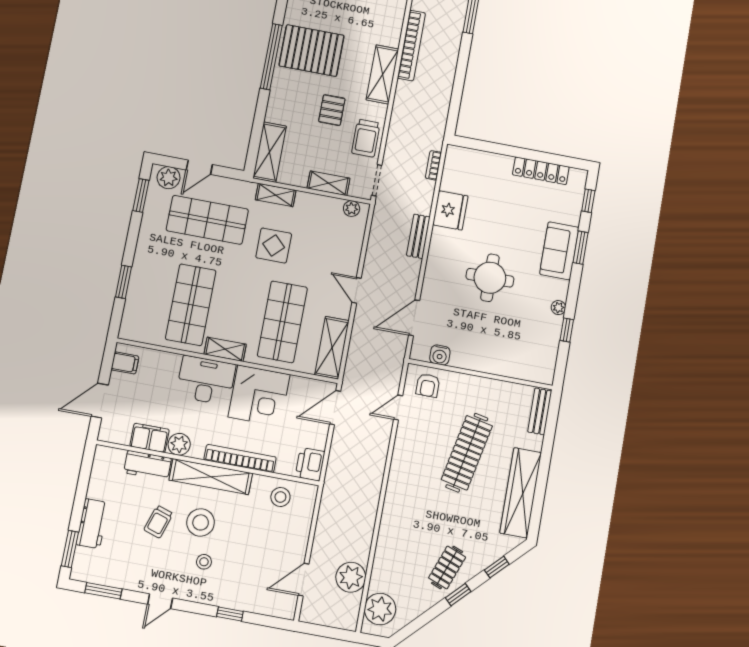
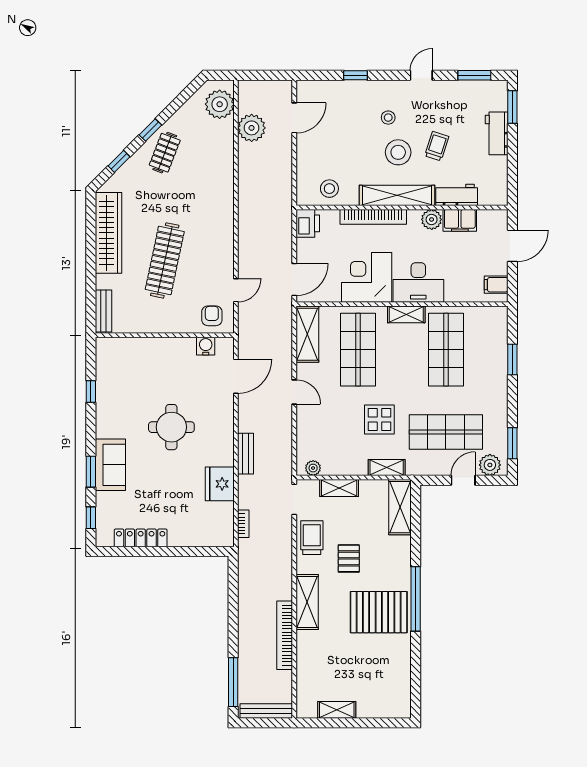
plant: (558, 308) -> (102, 411), removed

